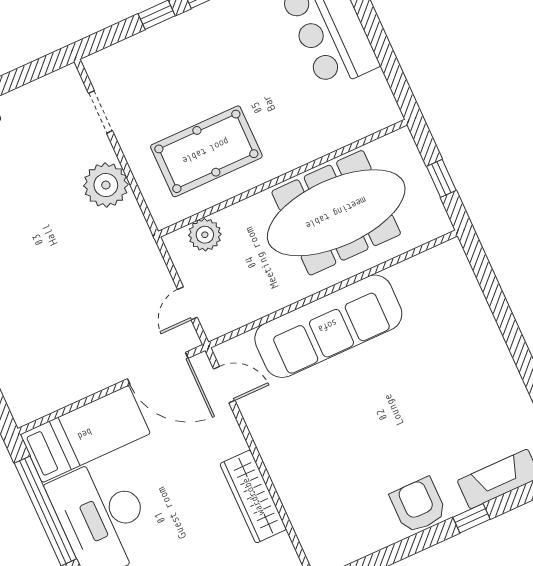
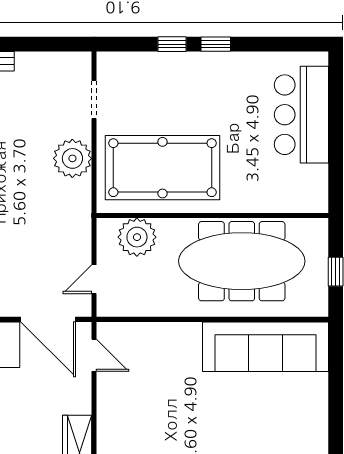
pool table: (206, 151) -> (162, 168), width x1.36, depth x1.32
plant: (205, 235) -> (137, 237), width x1.36, depth x1.36
sofa: (328, 326) -> (266, 347), moved

